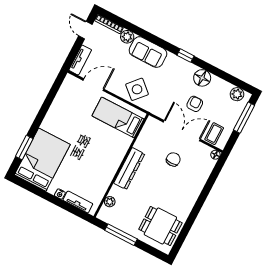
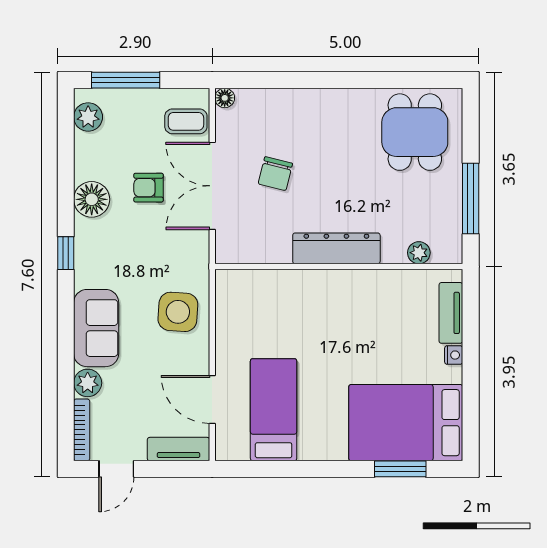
side table: (137, 89) -> (178, 312), turned -38
bed: (118, 117) -> (274, 410), moved, turned 180
chair: (173, 159) -> (275, 174), turned -76

